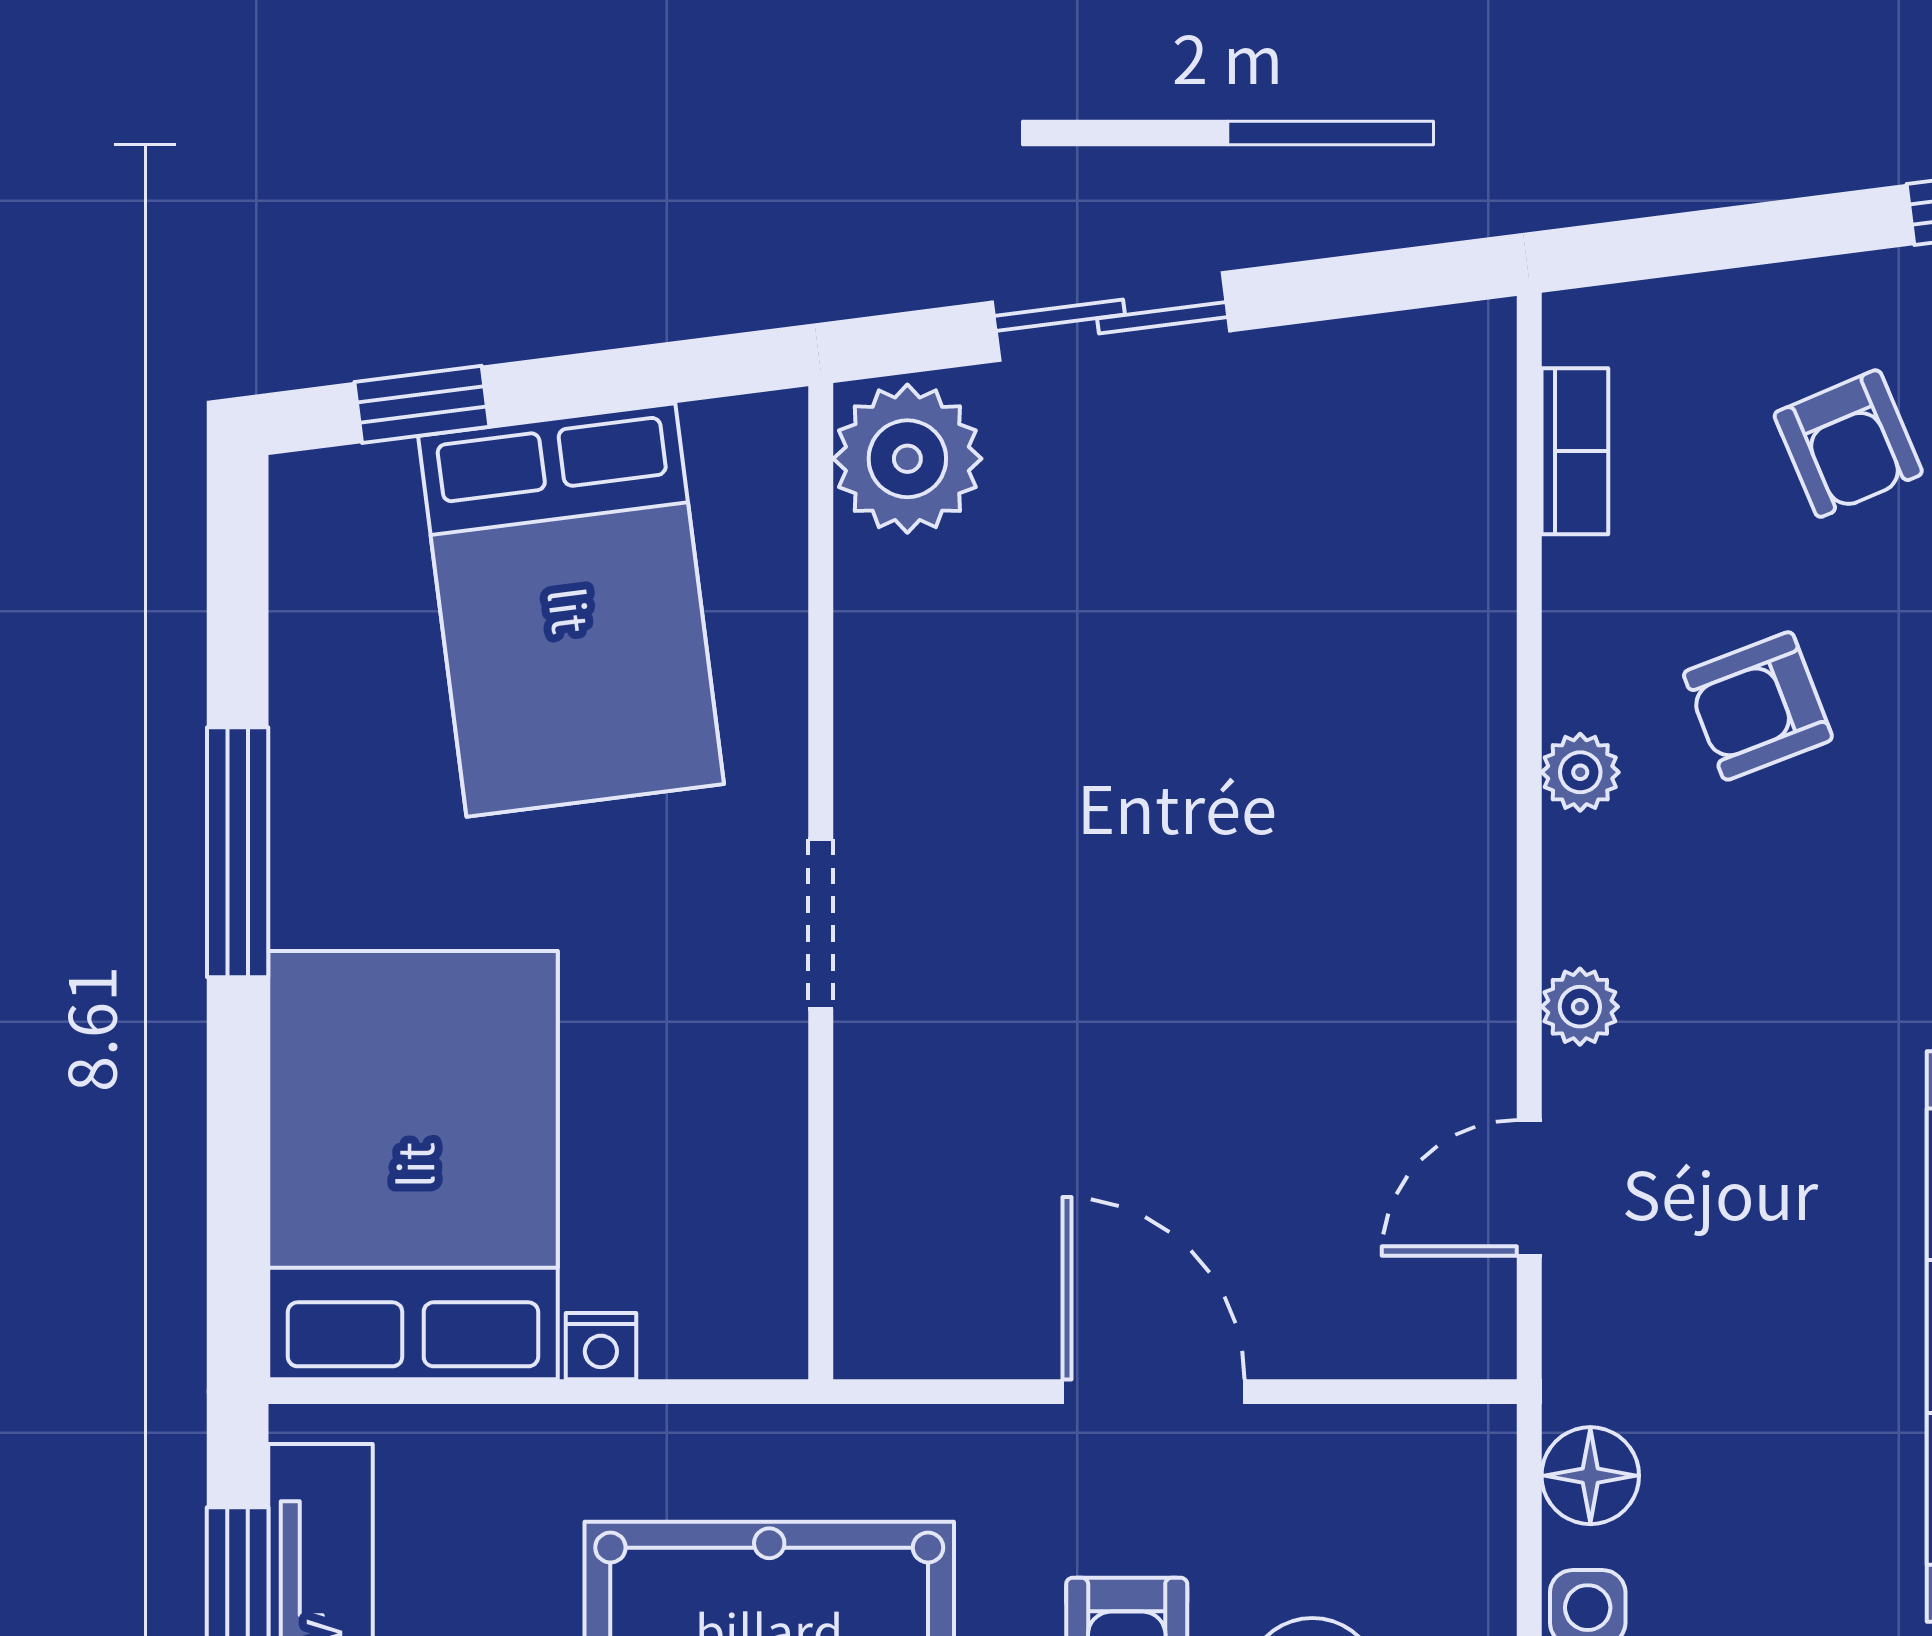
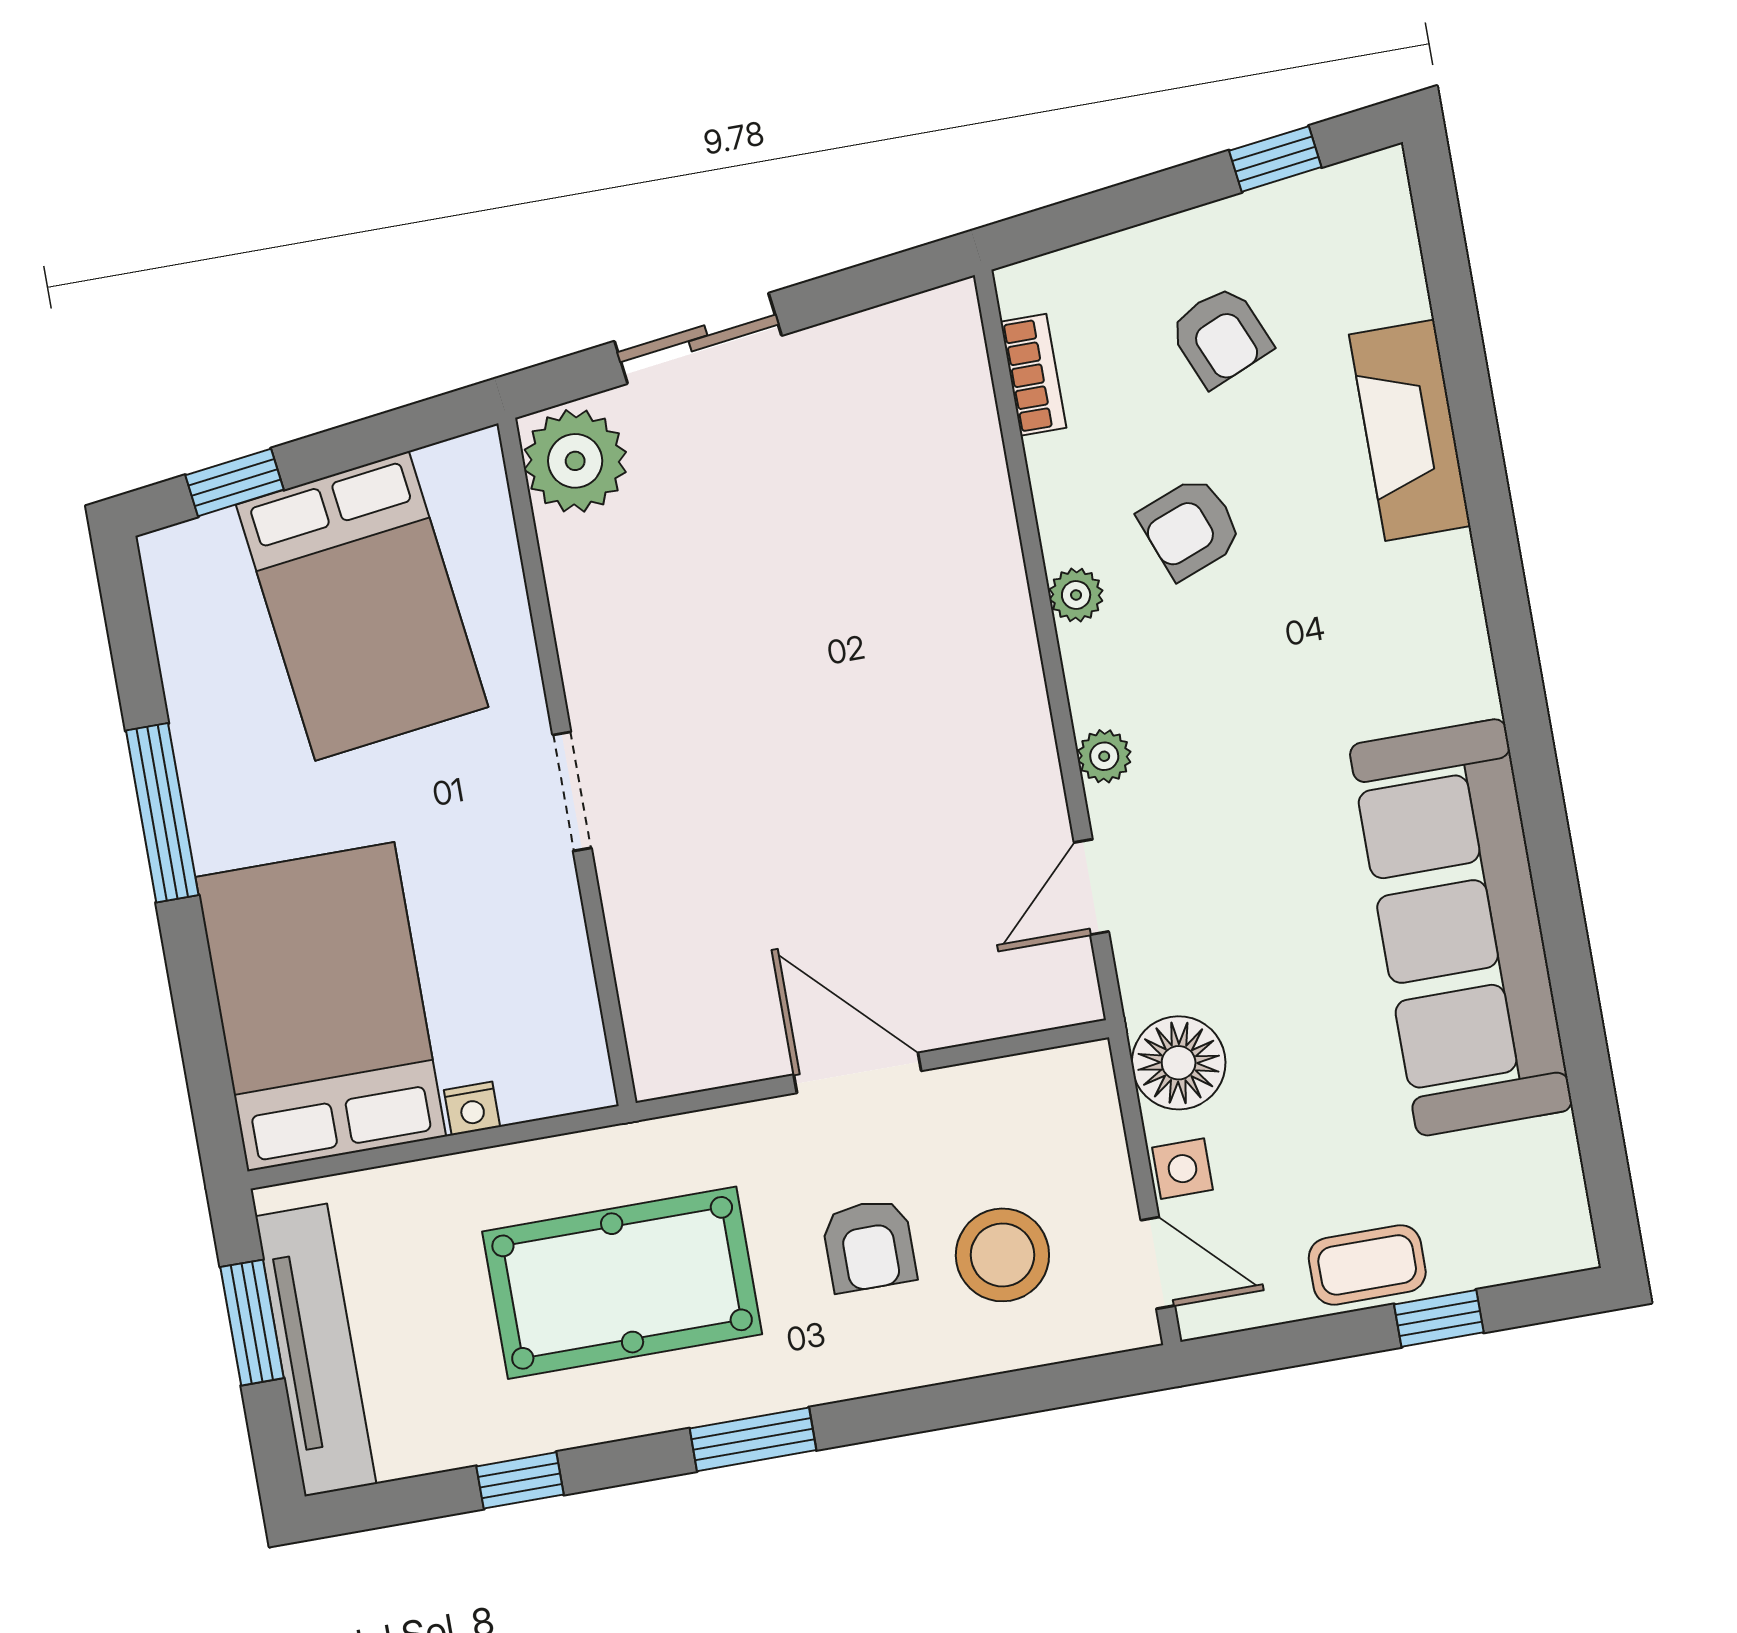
floor lamp: (1590, 1476) -> (1179, 1063), width x1.38, depth x1.38

